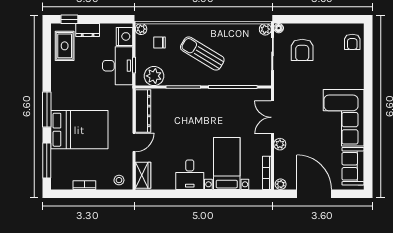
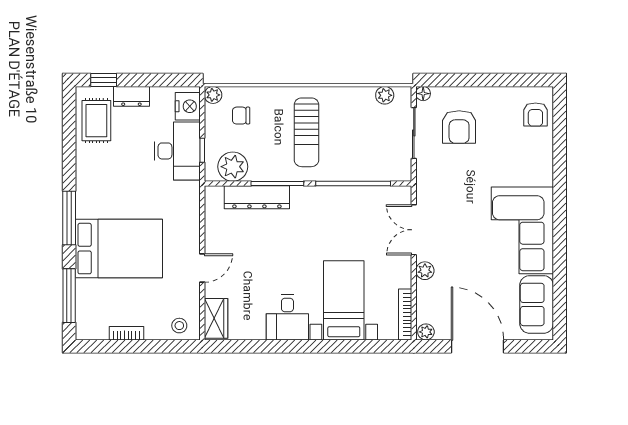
plant: (265, 29) -> (385, 95), moved
sun lounger: (202, 54) -> (307, 132), turned -121
dresser: (143, 111) -> (257, 197), moved, turned 90

